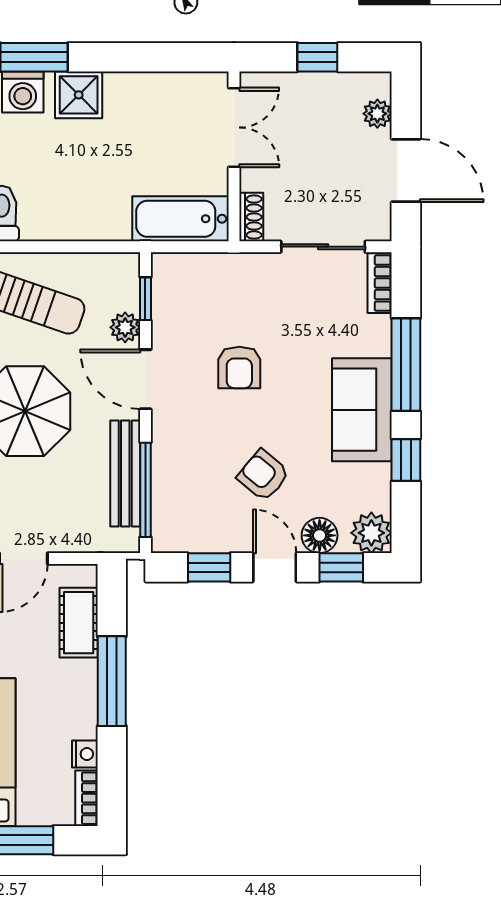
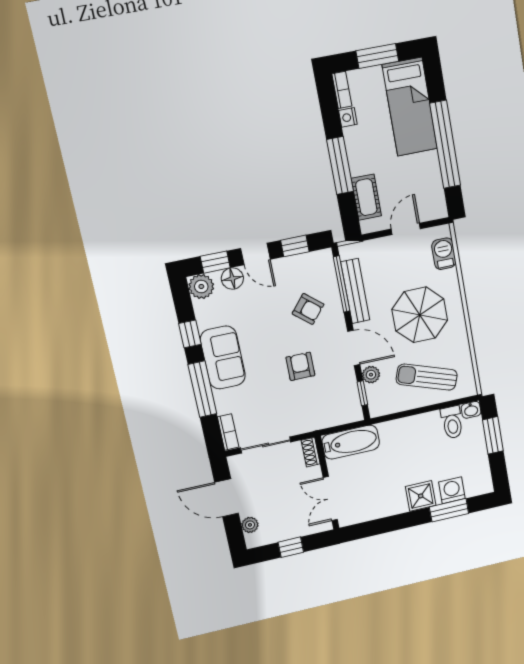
armchair: (263, 475) -> (308, 309), moved

